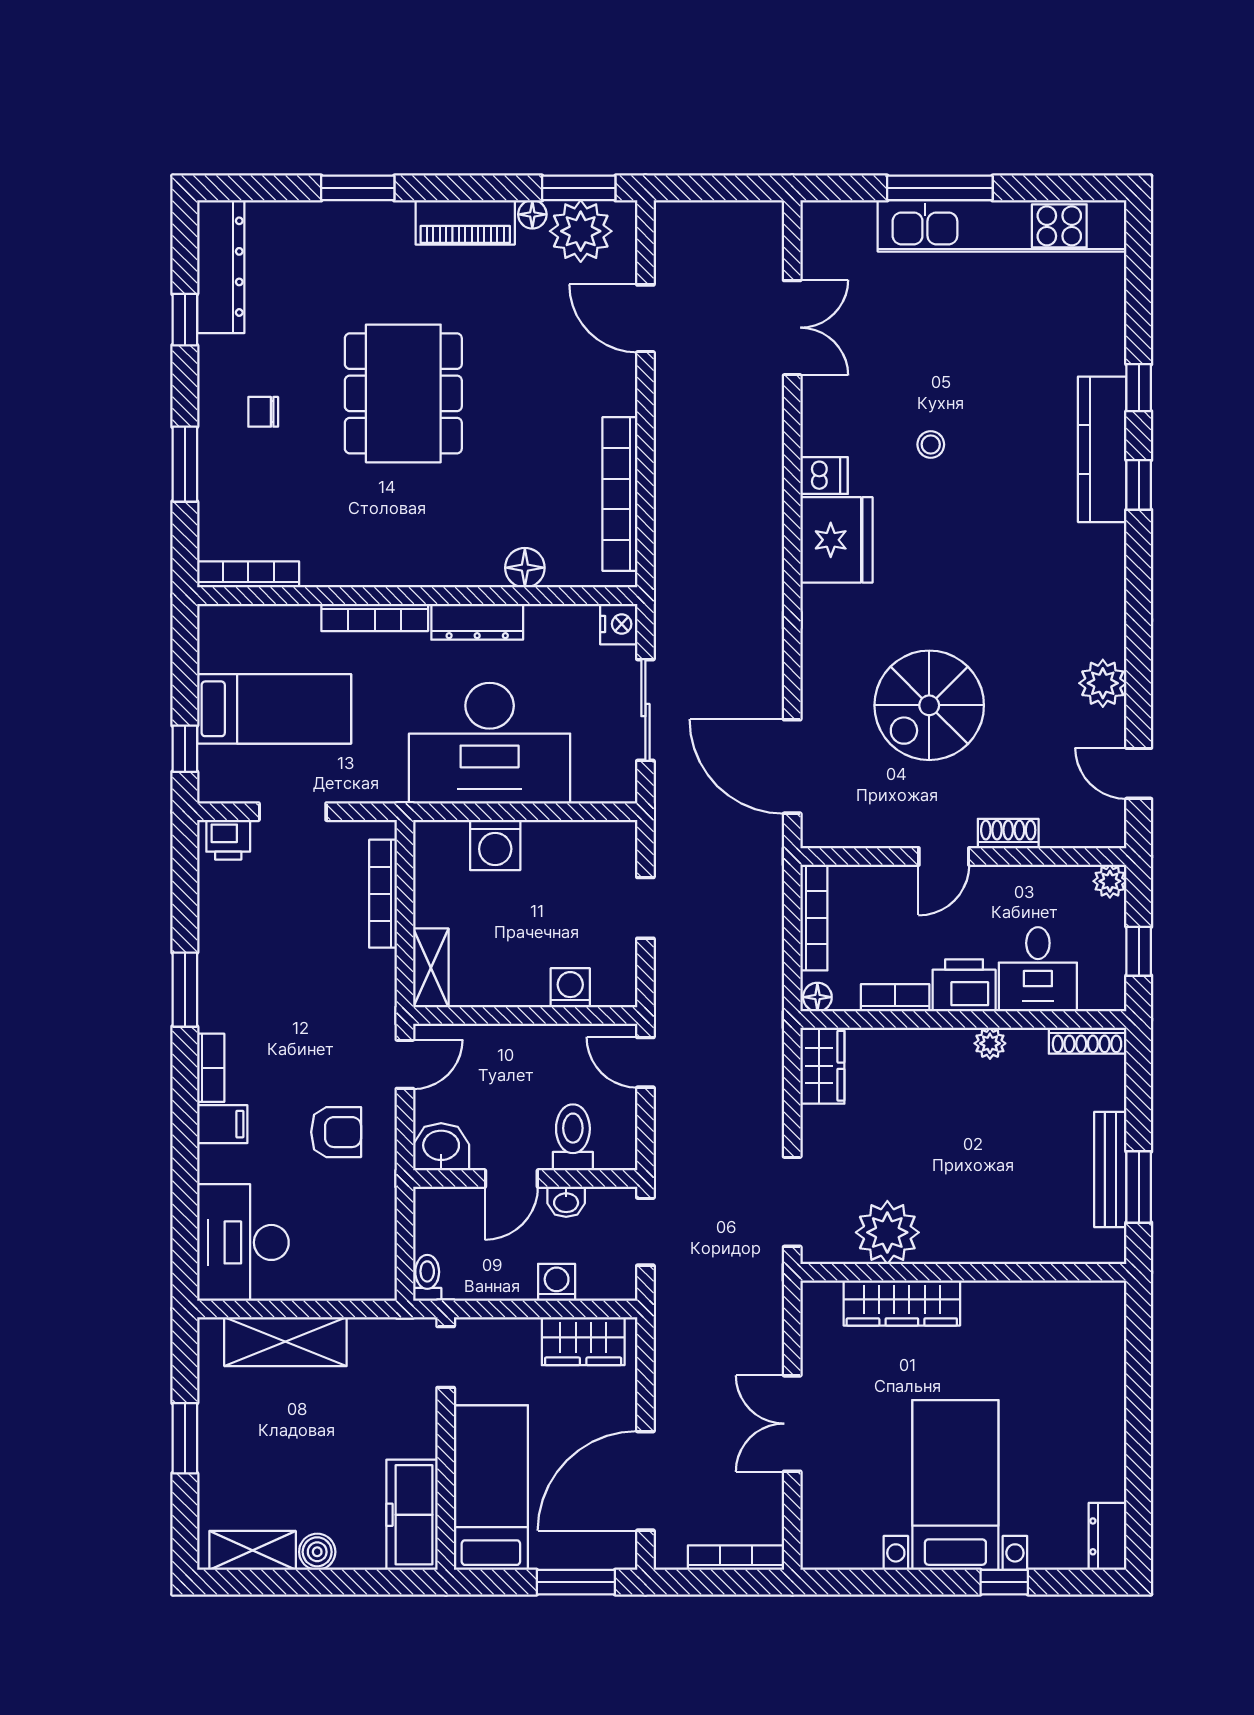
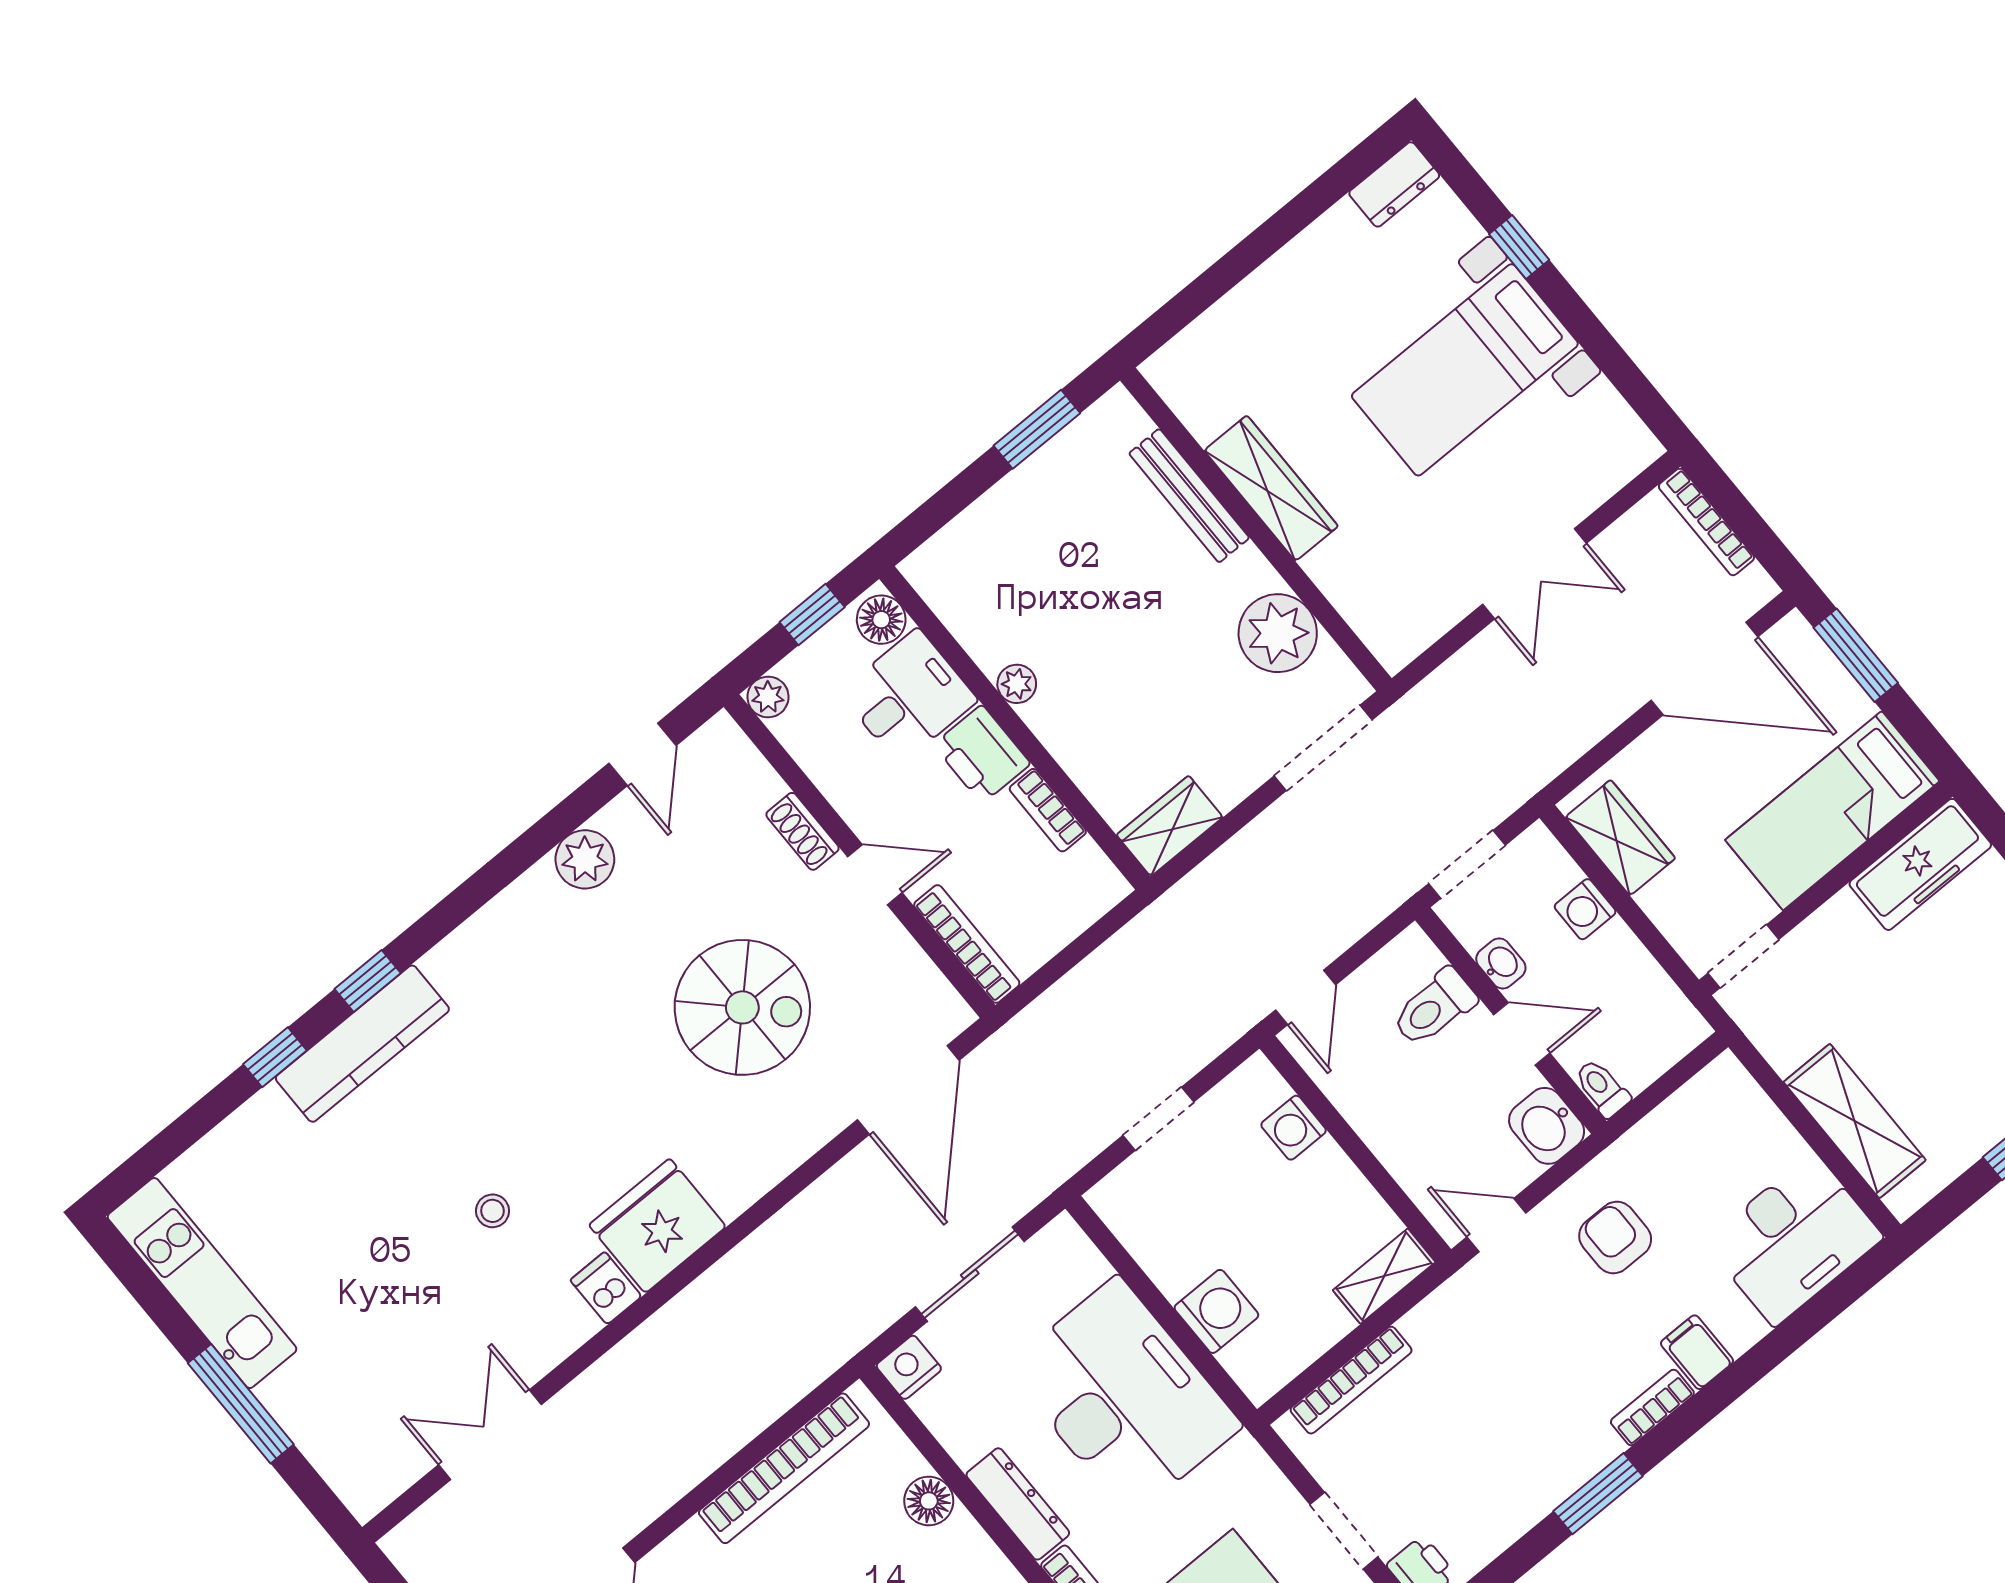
kitchen unit: (1002, 226) -> (202, 1283), width x0.73
bookcase: (814, 918) -> (967, 944), moved, turned 90
floor lamp: (817, 997) -> (881, 620), moved, width x1.37, depth x1.37
shoe rack: (1087, 1041) -> (938, 593), removed
bench: (1110, 1169) -> (1189, 496), moved, turned 90
toilet: (427, 1278) -> (1602, 1088), moved, turned 90
wardrobe: (902, 1303) -> (1271, 488), moved

